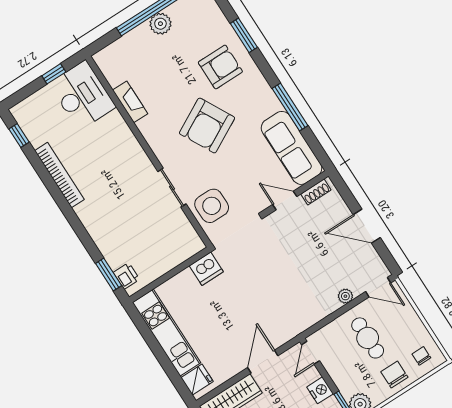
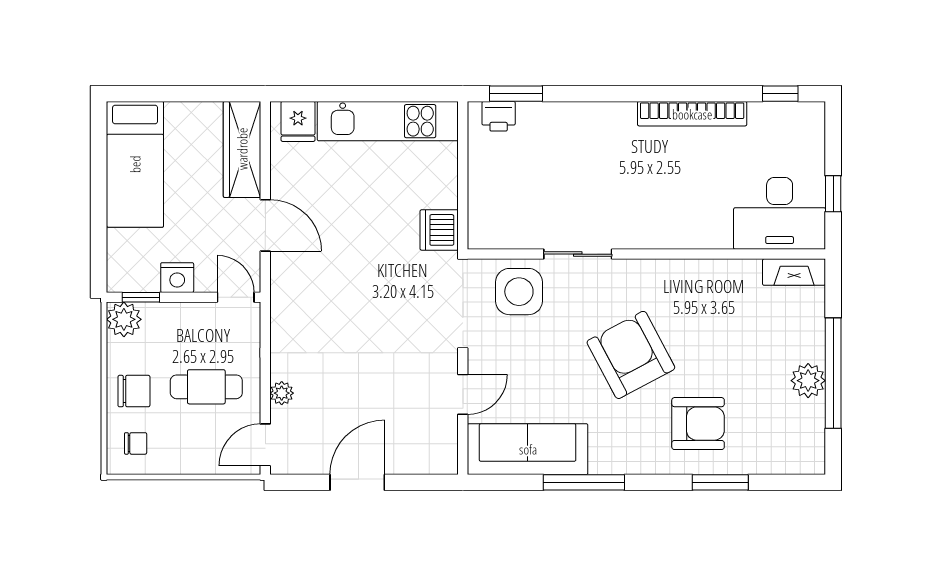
armchair: (220, 67) -> (698, 424), turned -90
fireplace: (130, 102) -> (794, 272), moved
shoe rack: (316, 192) -> (447, 444), removed

